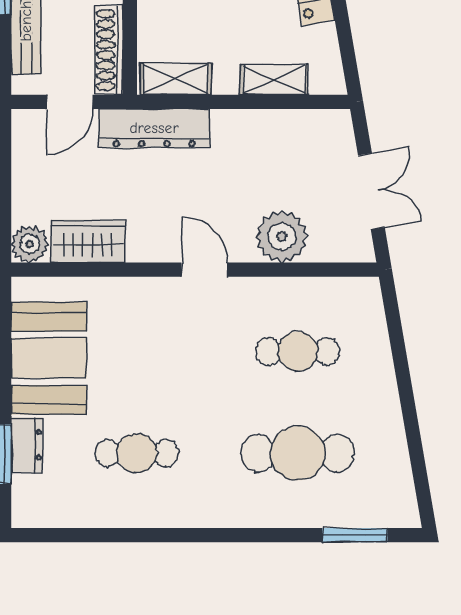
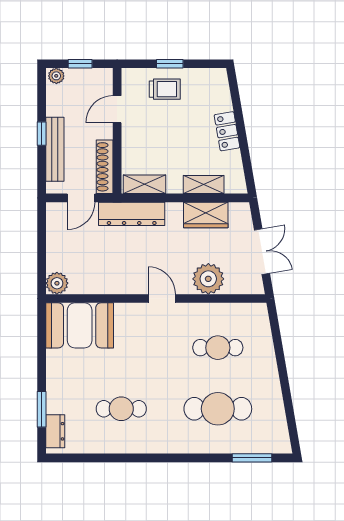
wardrobe: (88, 241) -> (206, 215), moved, turned 180
booth: (49, 358) -> (80, 325), moved, turned 90
dresser: (27, 445) -> (55, 431), moved

